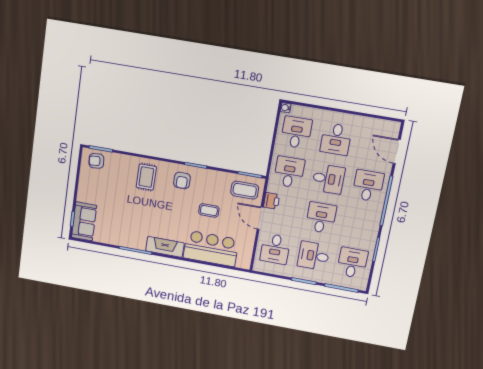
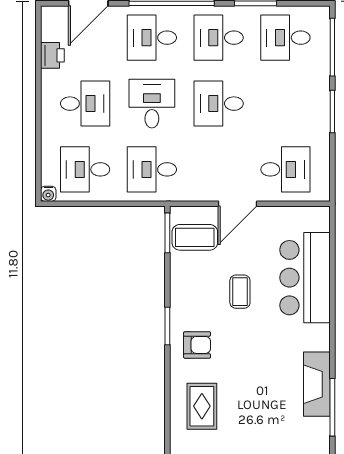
rug: (146, 177) -> (202, 406), turned 90
coffee table: (245, 190) -> (195, 237), turned 90
printer: (272, 201) -> (52, 55), moved, turned 90
fireplace: (165, 247) -> (317, 384), moved
desk: (314, 256) -> (219, 38), moved, turned 90

